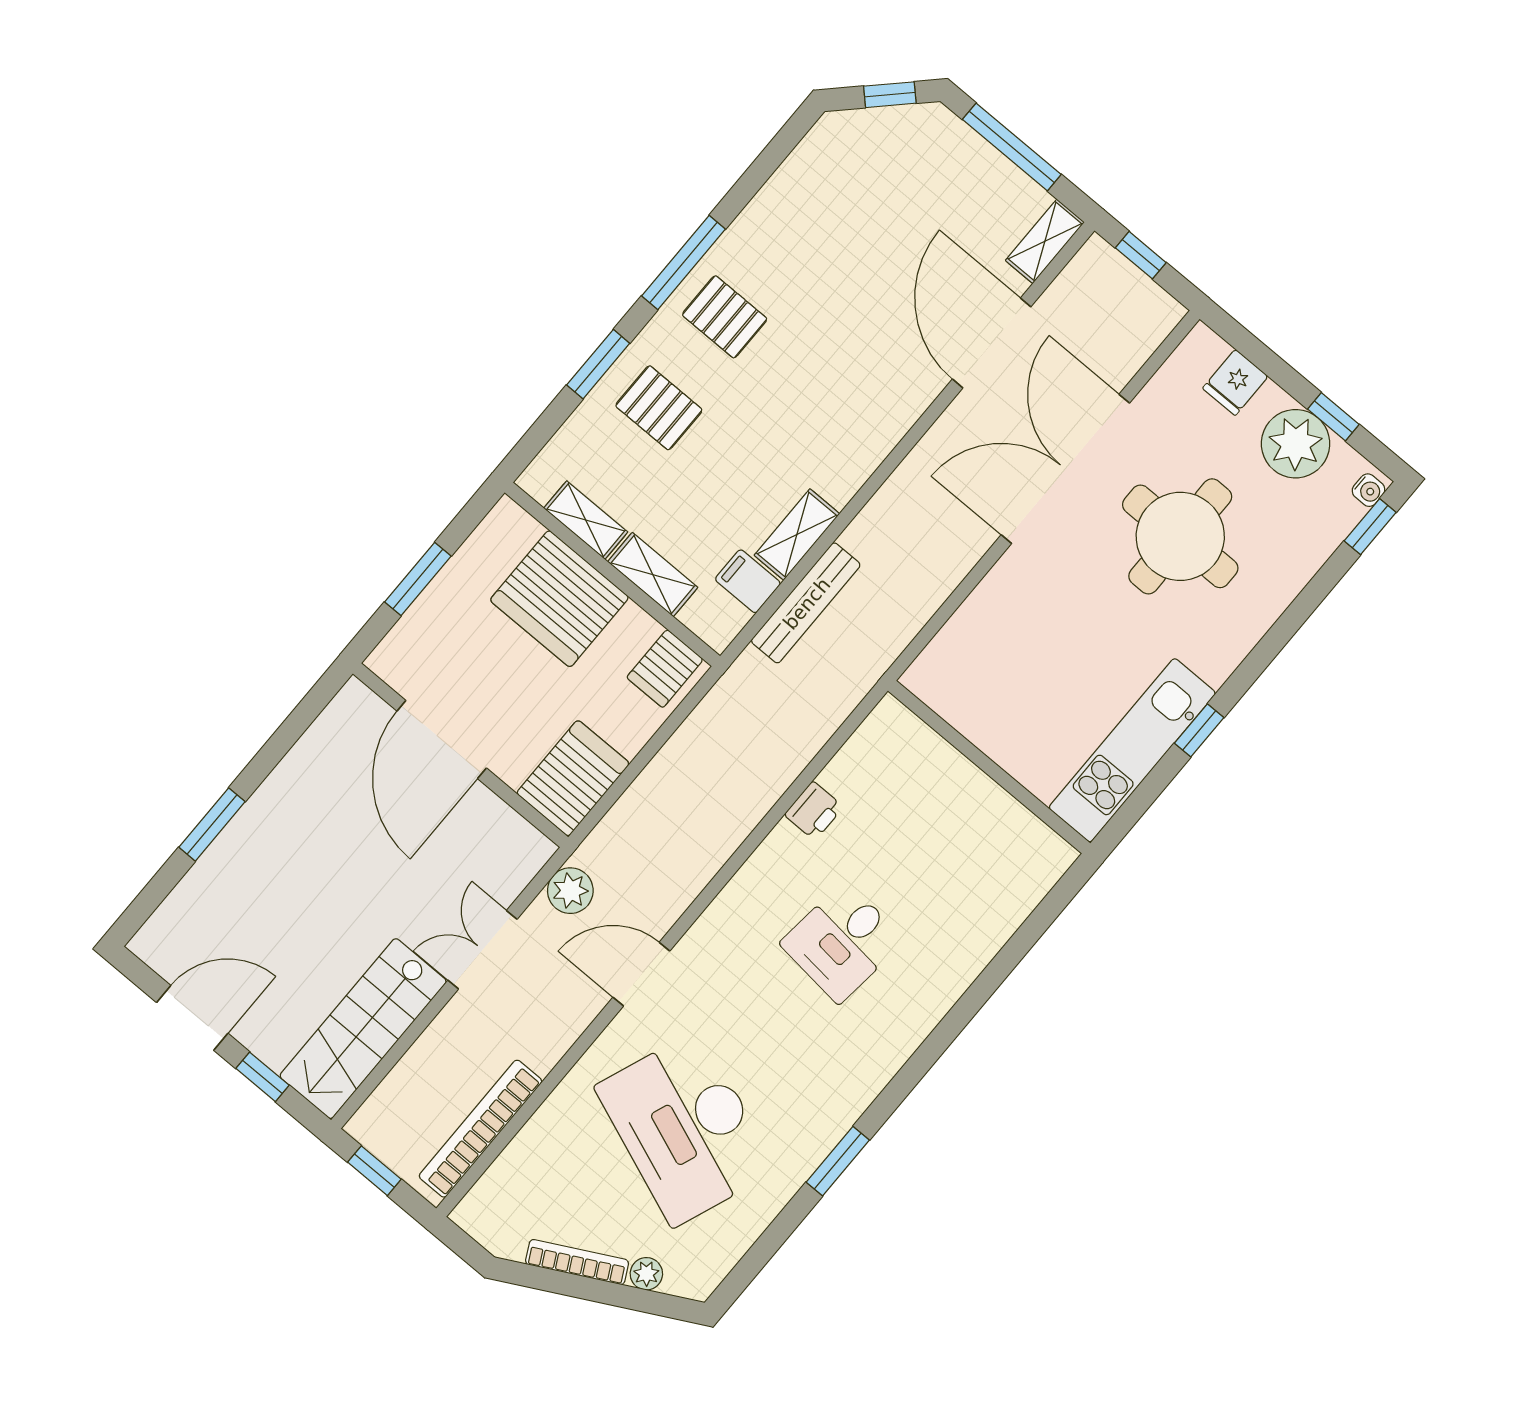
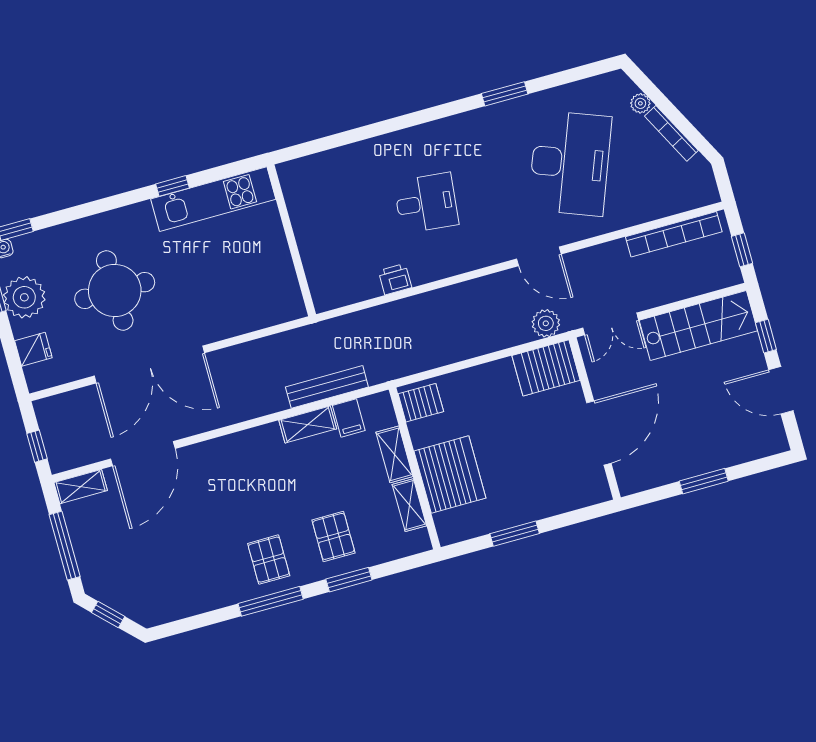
door: (442, 739) -> (599, 433), moved
wall: (461, 755) -> (595, 418), moved
server rack: (573, 778) -> (546, 368), moved

